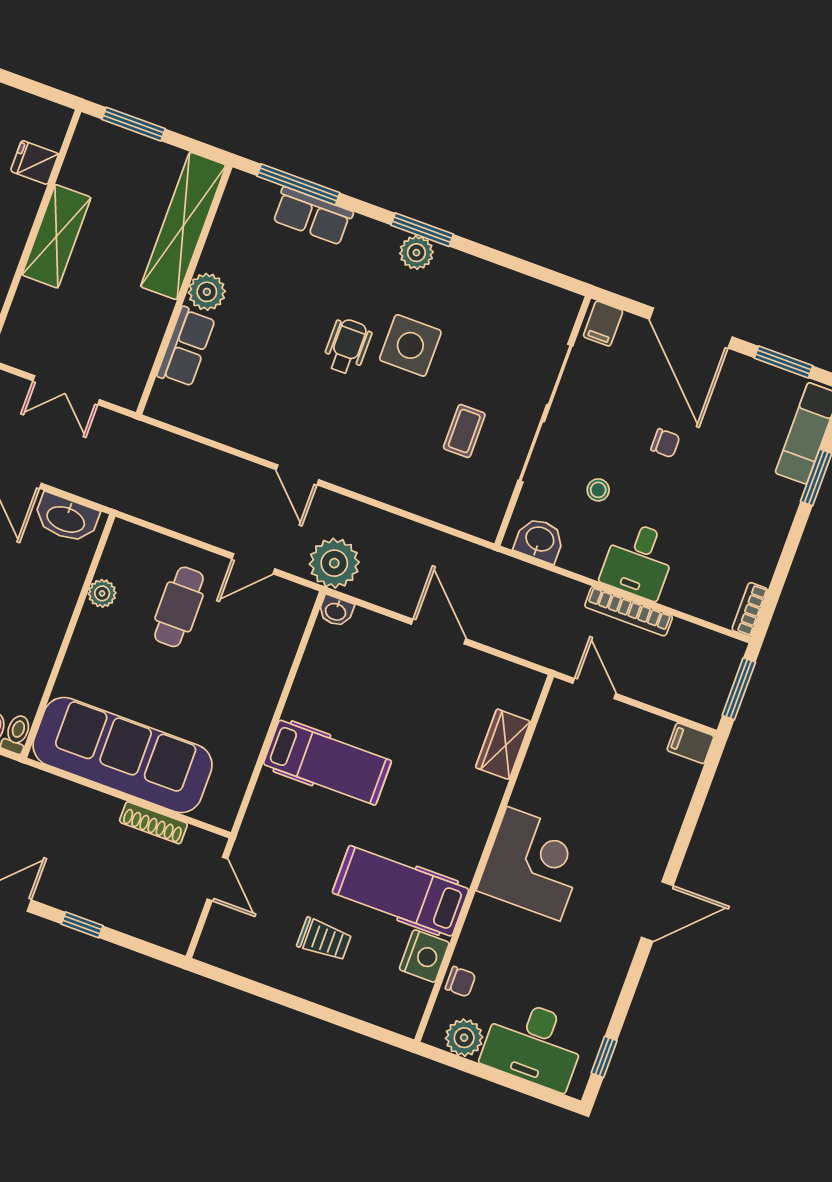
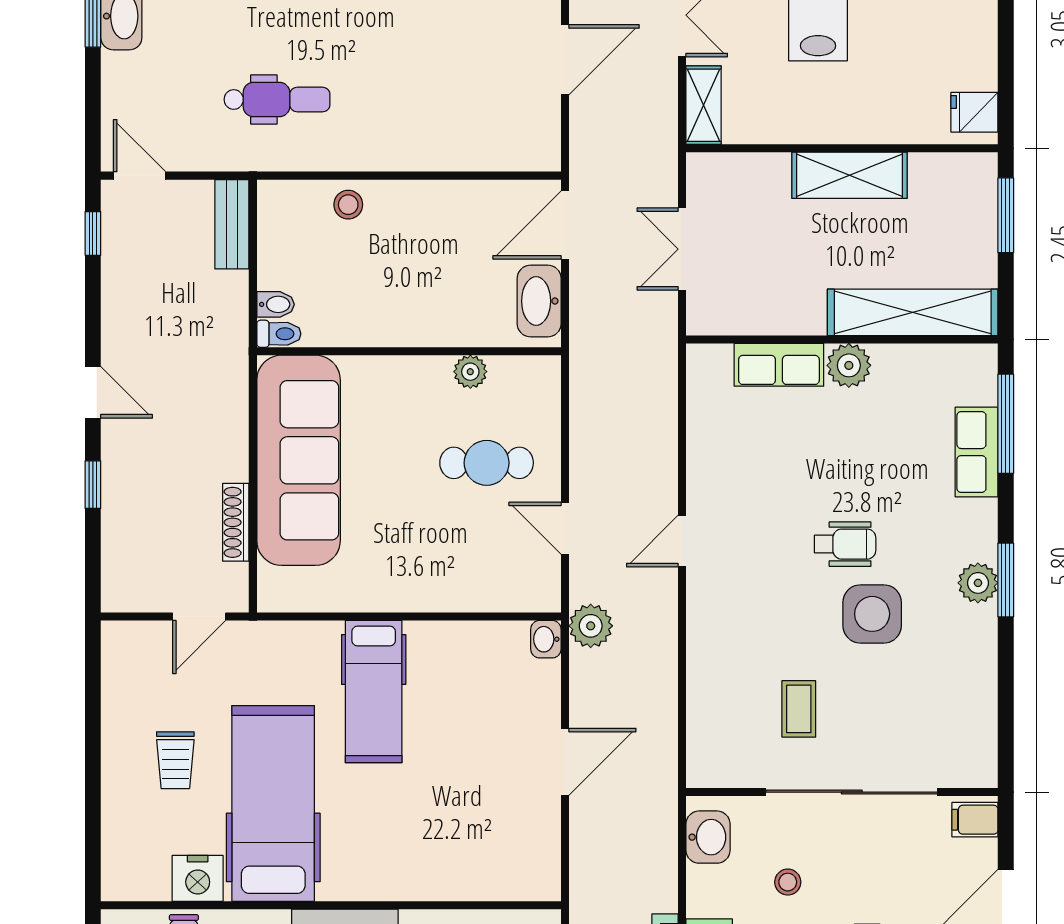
fridge: (35, 162) -> (974, 112), moved, turned -90
coffee table: (464, 431) -> (799, 709), turned 90
plant: (334, 563) -> (591, 626), width x0.73, depth x0.73
wardrobe: (503, 744) -> (466, 880), removed
hospital bed: (401, 891) -> (273, 803), width x1.37, depth x1.29

